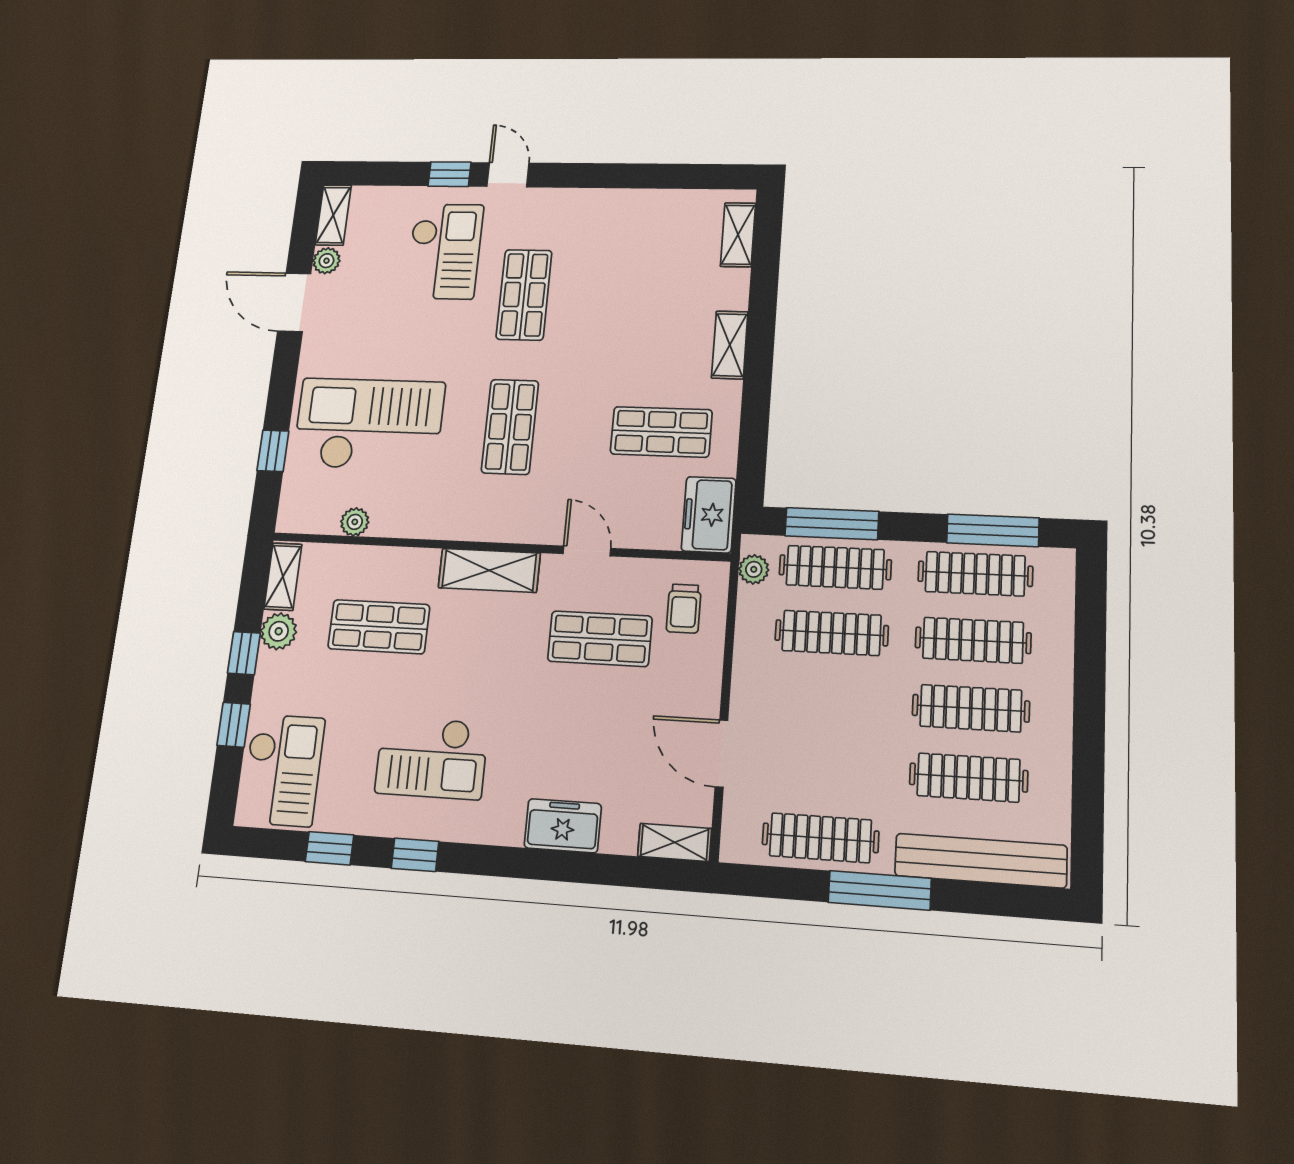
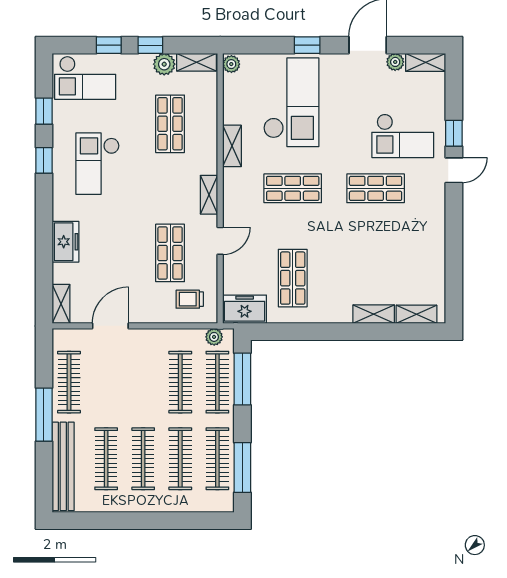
shelving: (730, 345) -> (374, 314), moved
window: (273, 451) -> (307, 45), moved
plant: (355, 522) -> (231, 64), moved
shelving: (428, 524) -> (232, 146), added
shelving: (489, 570) -> (209, 195), width x0.67, depth x0.75

